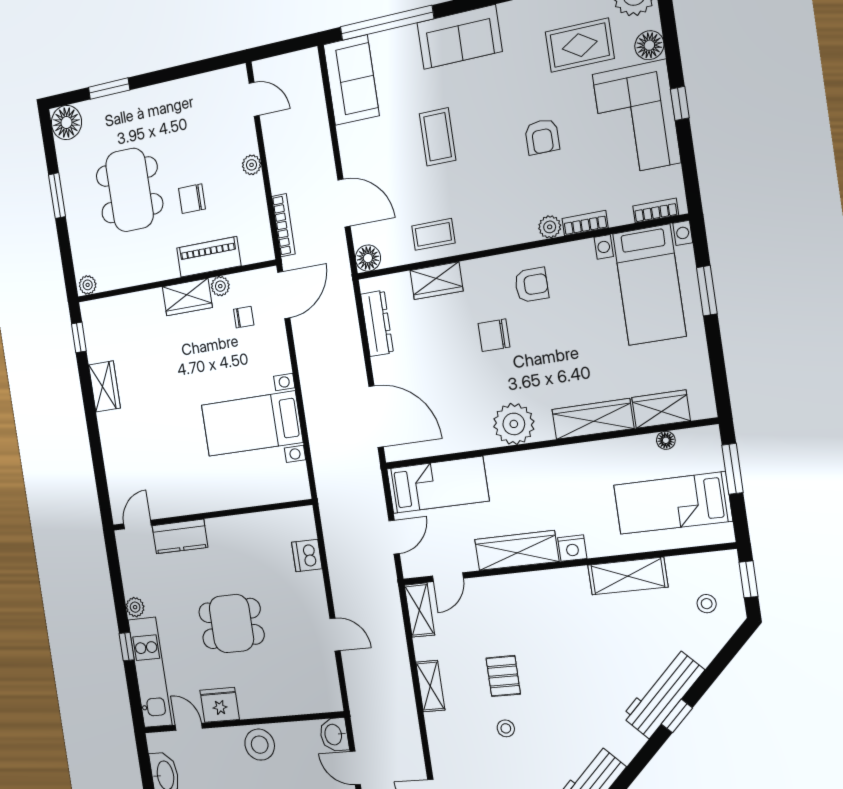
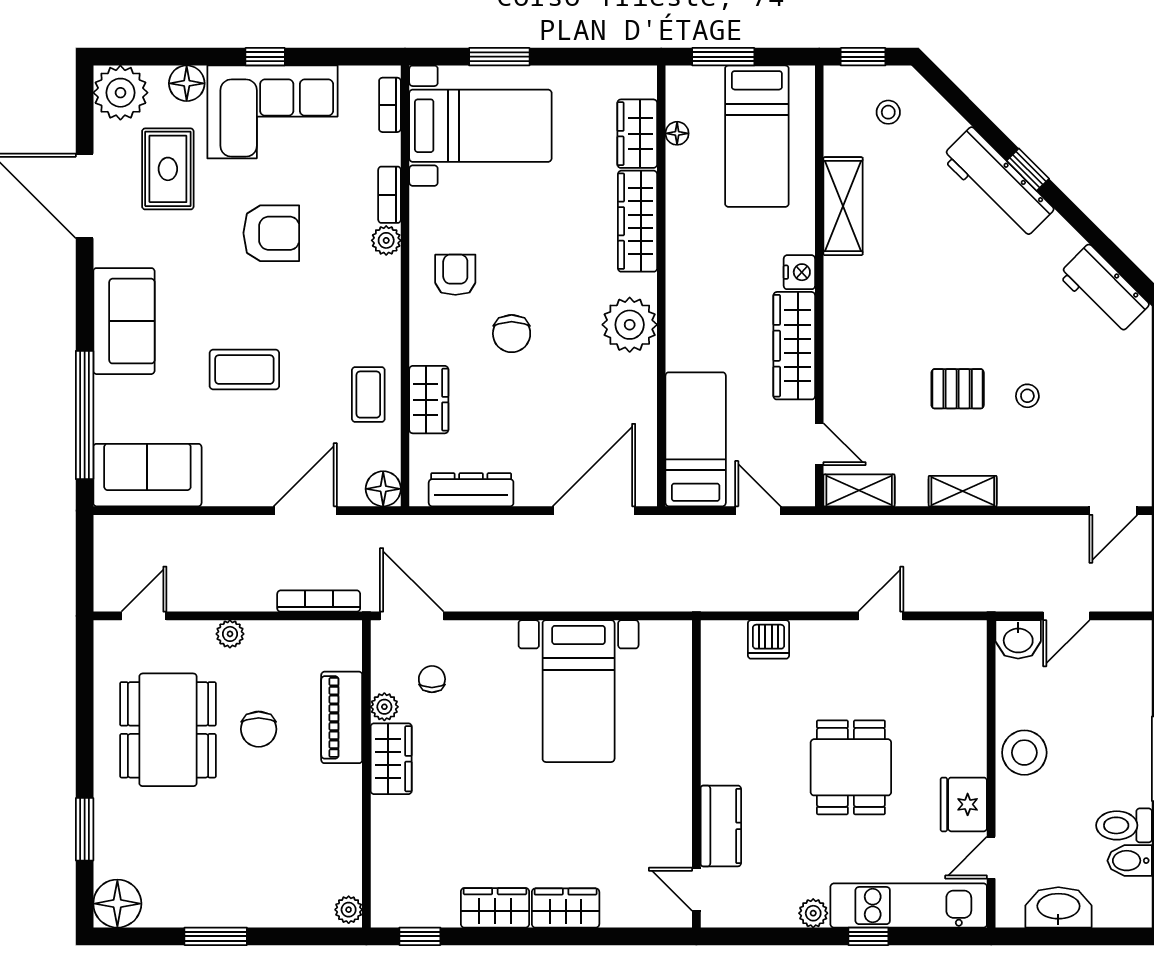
armchair: (542, 137) -> (271, 233), width x1.38, depth x1.38
dining table: (130, 190) -> (168, 730), moved, turned 90
wardrobe: (112, 436) -> (566, 908), added

